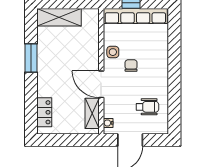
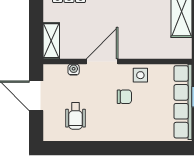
shelving: (92, 113) -> (51, 41), moved, turned 90
water cooler: (108, 123) -> (74, 70), moved

